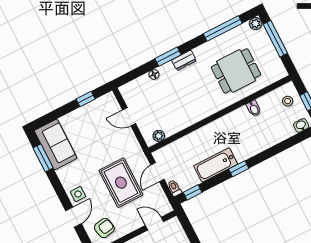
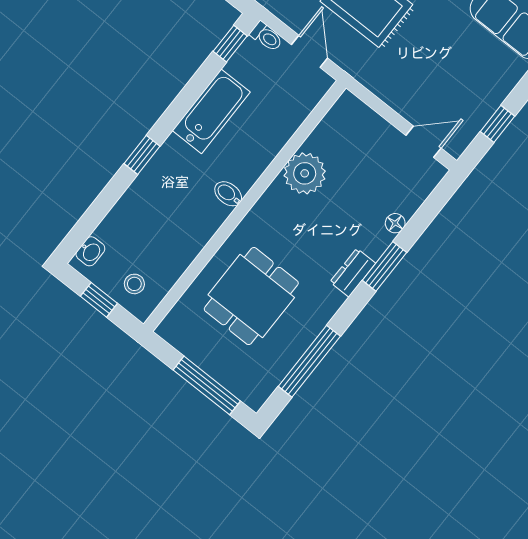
plant: (256, 24) -> (255, 397), removed
bidet: (254, 109) -> (228, 194), moved
door: (129, 117) -> (423, 142), moved
plant: (159, 136) -> (305, 173), moved, width x1.88, depth x1.88
window: (239, 169) -> (142, 155), moved

